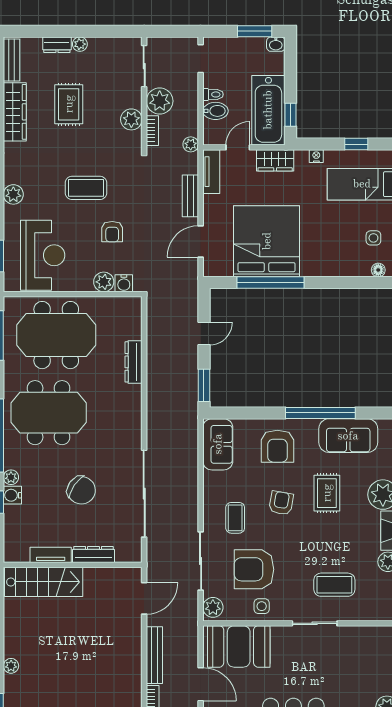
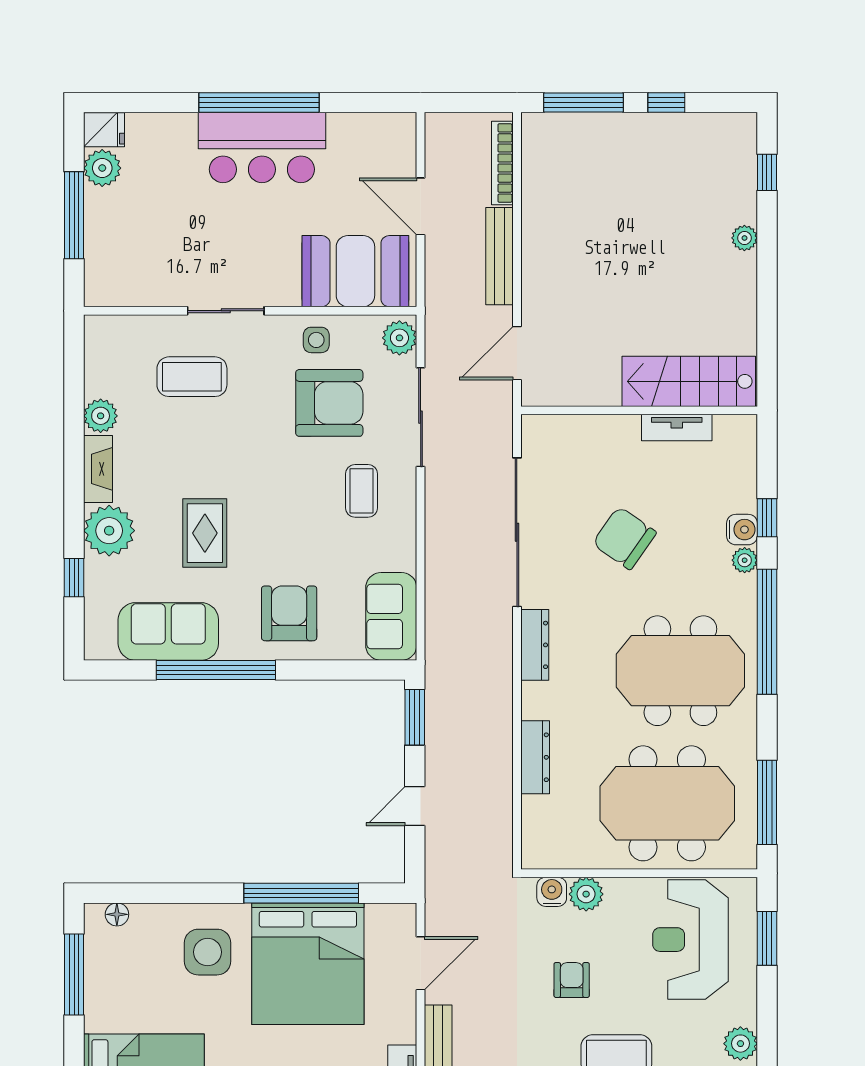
side table: (373, 238) -> (208, 952), moved, width x1.87, depth x1.87
armchair: (281, 503) -> (283, 516), removed
dresser: (93, 555) -> (535, 645), moved, turned -90

